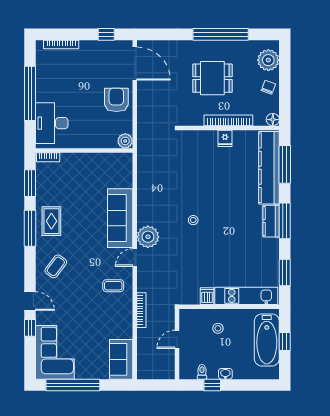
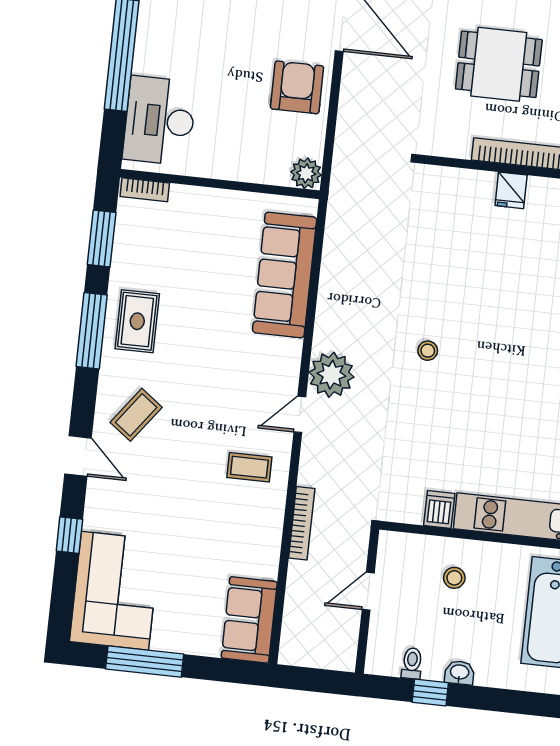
sofa: (120, 218) -> (285, 275), moved
door: (30, 301) -> (78, 456), moved
window: (73, 385) -> (145, 662), width x0.68

